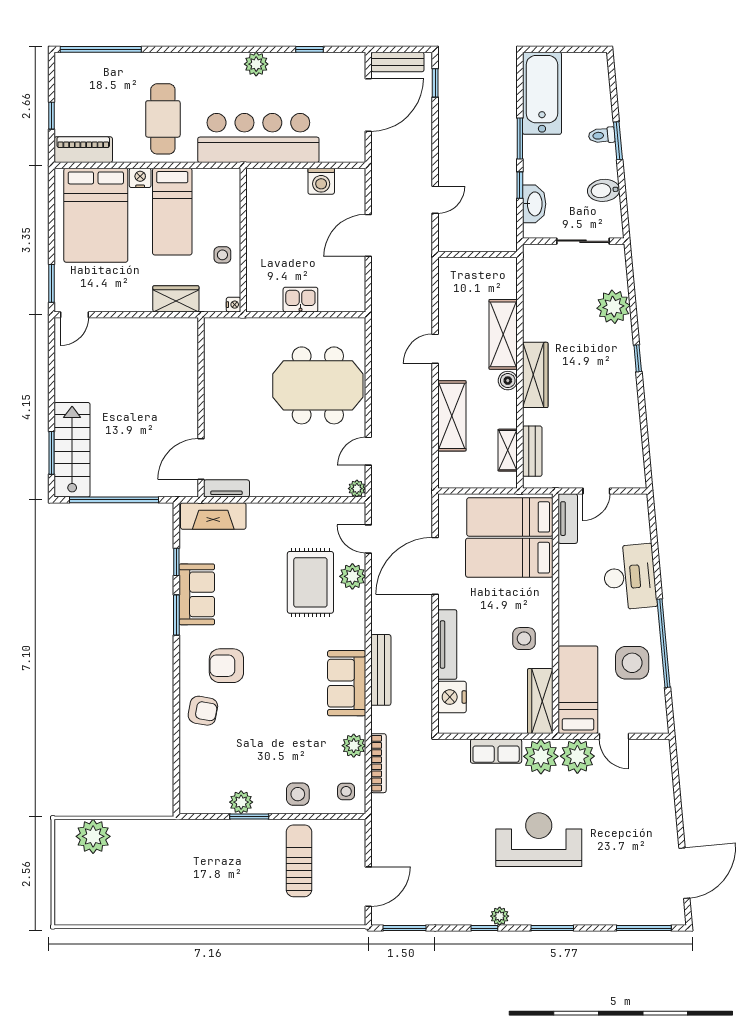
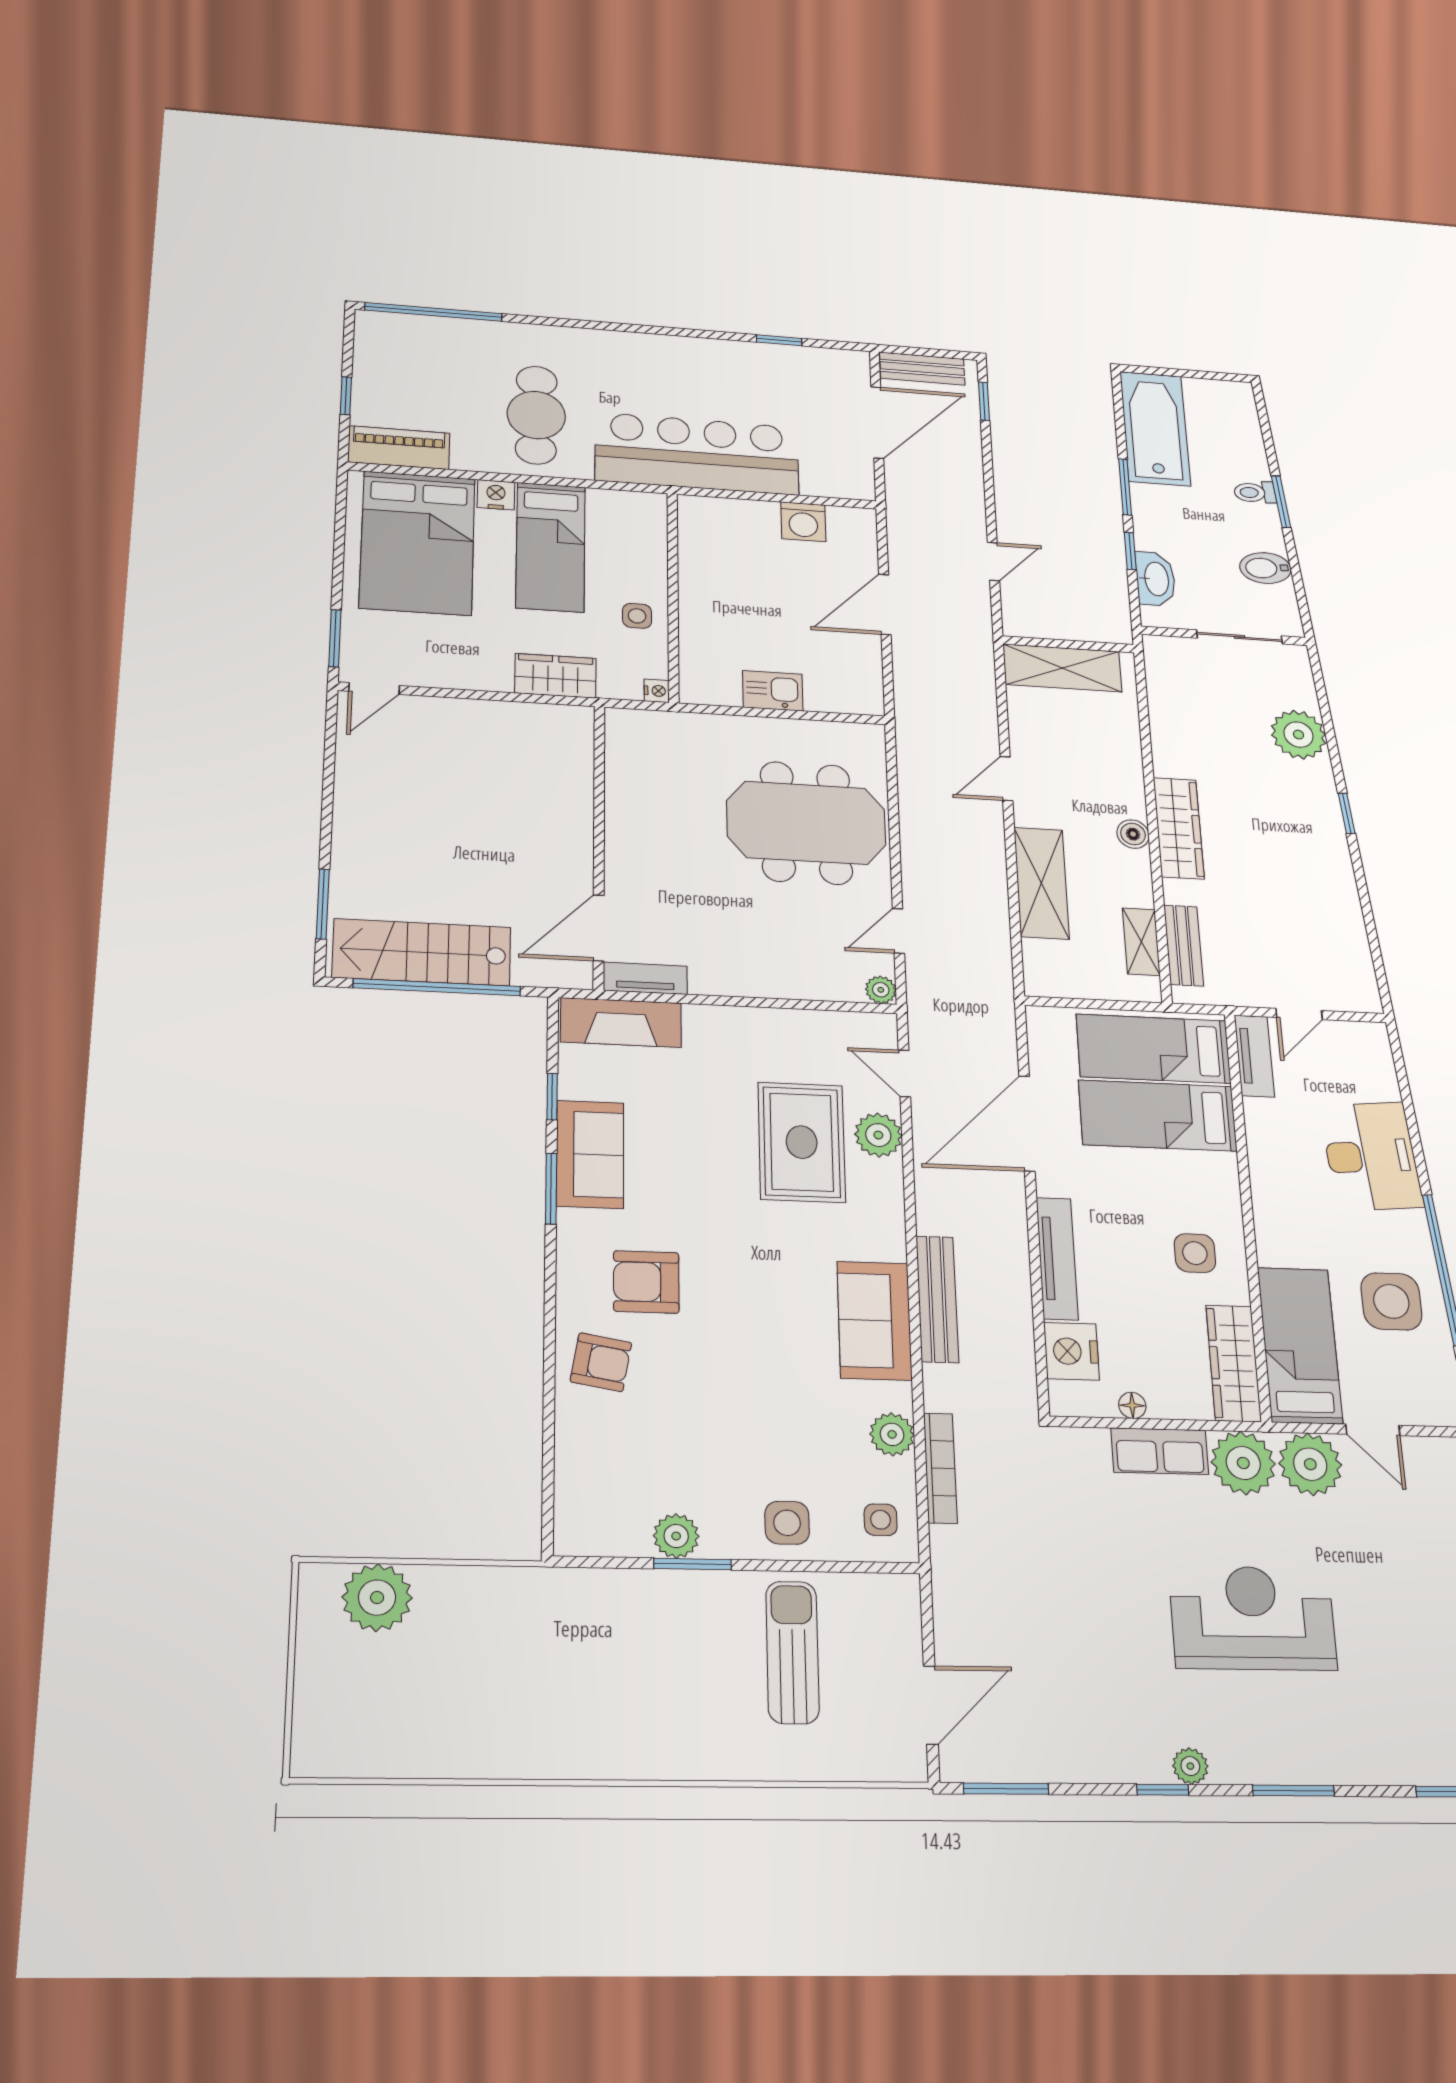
plant: (256, 64) -> (692, 353), removed
shelving: (503, 334) -> (1062, 668), moved, turned 90
stairs: (72, 450) -> (422, 952), moved, turned -90
floor lamp: (483, 726) -> (1132, 1405), added

